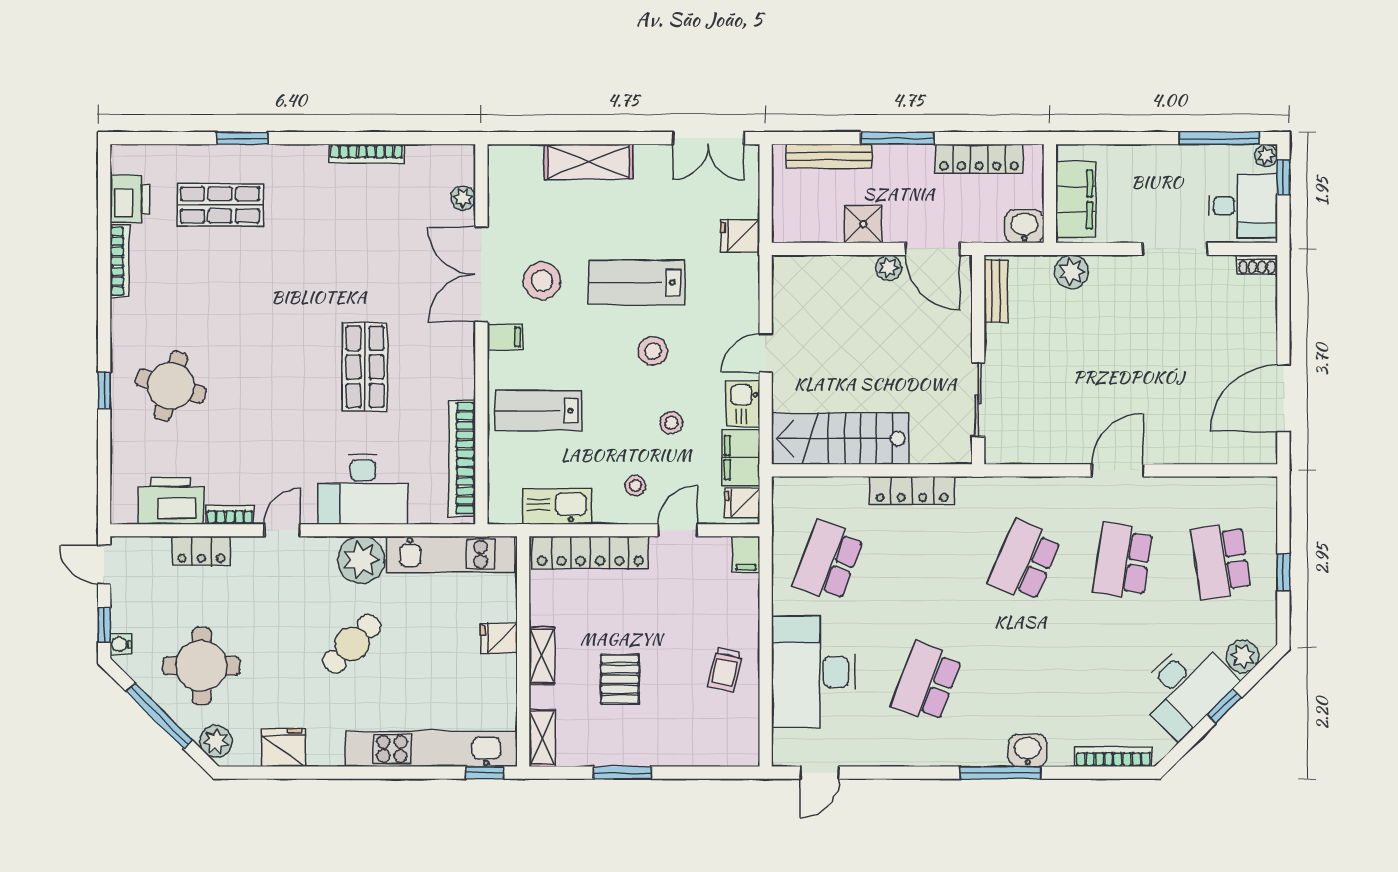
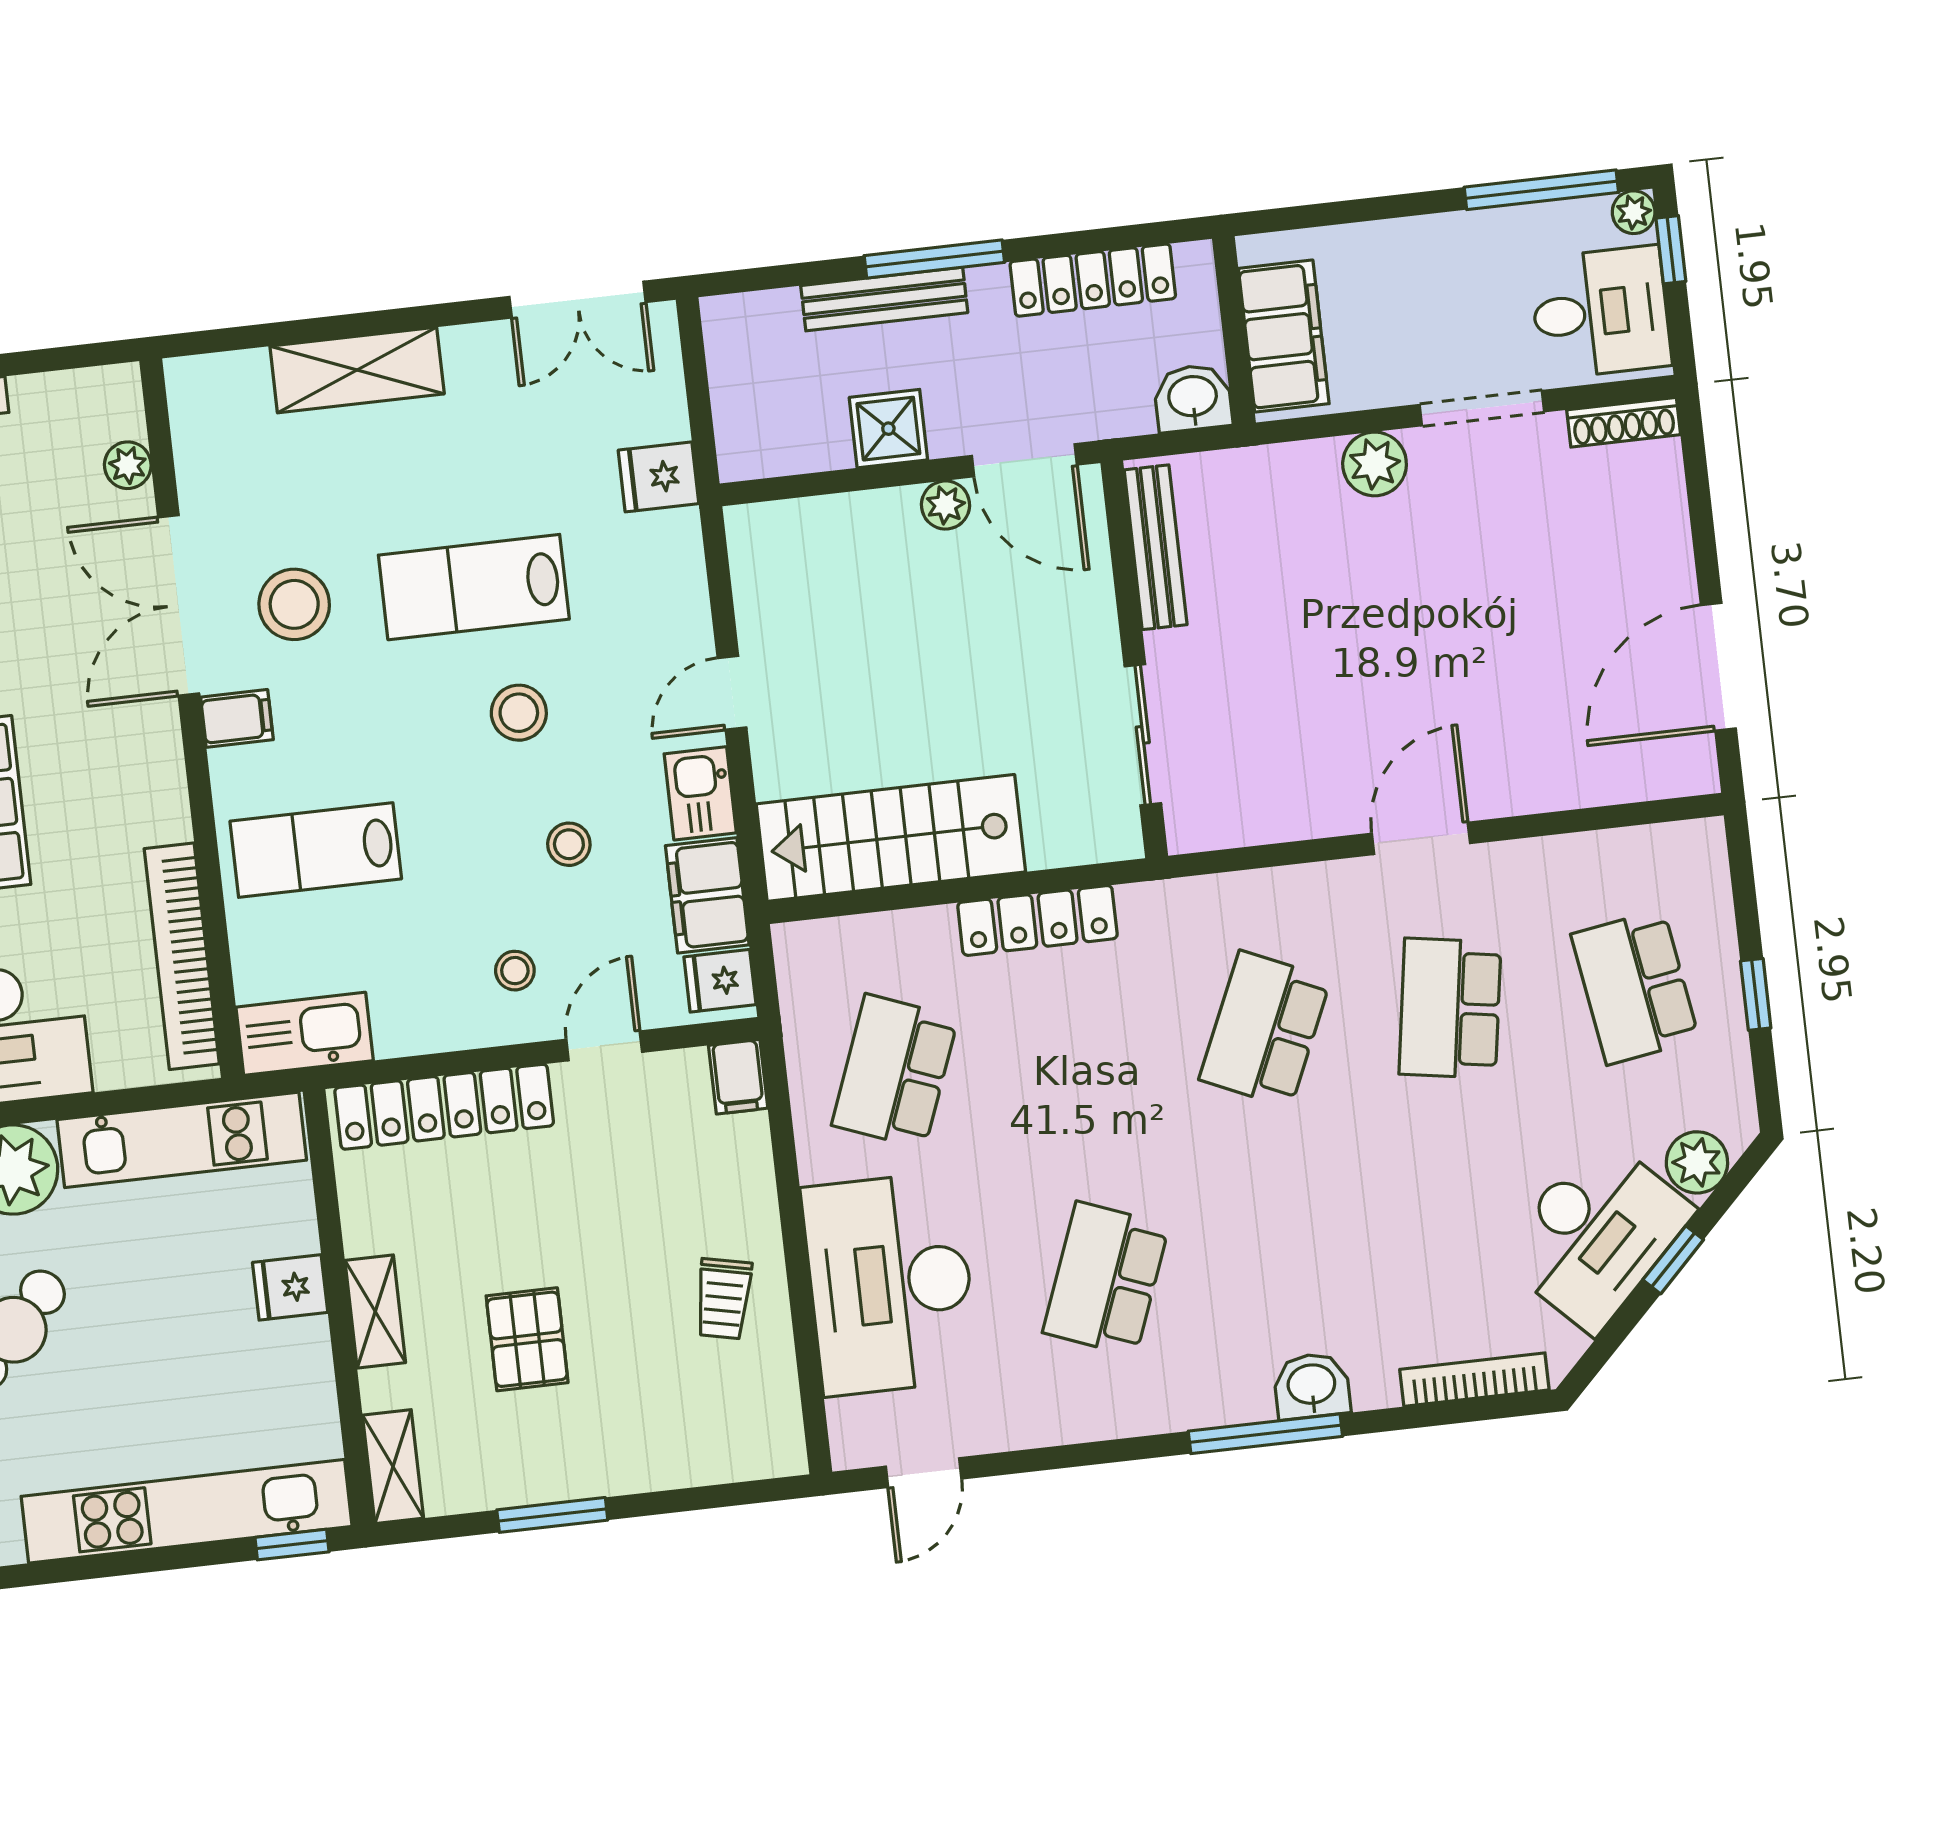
bench: (829, 156) -> (884, 299), moved
shoe rack: (1257, 265) -> (1624, 422), width x1.43
plant: (1072, 272) -> (1375, 464), moved
bench: (996, 291) -> (1156, 547), width x1.36
kitchen sink: (557, 506) -> (305, 1034), moved

